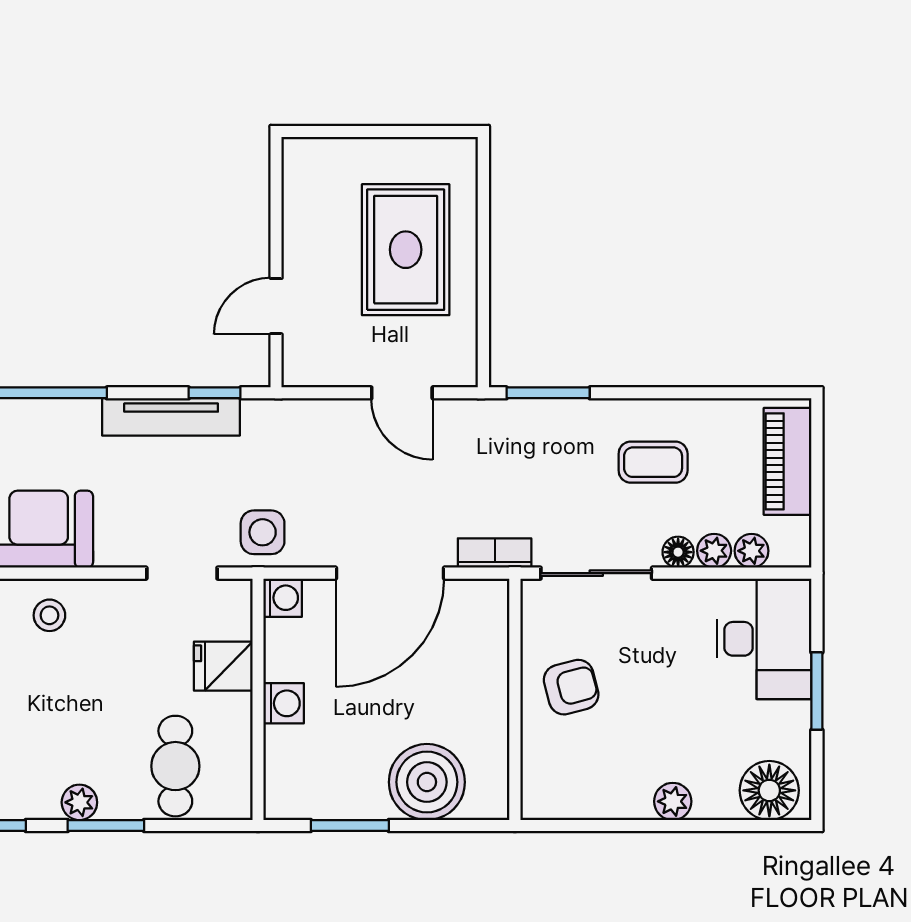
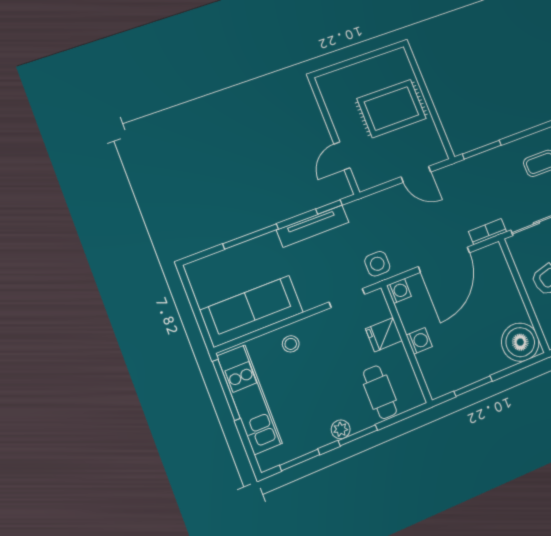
rug: (406, 250) -> (392, 108), turned 90
boiler: (427, 782) -> (520, 342), moved

